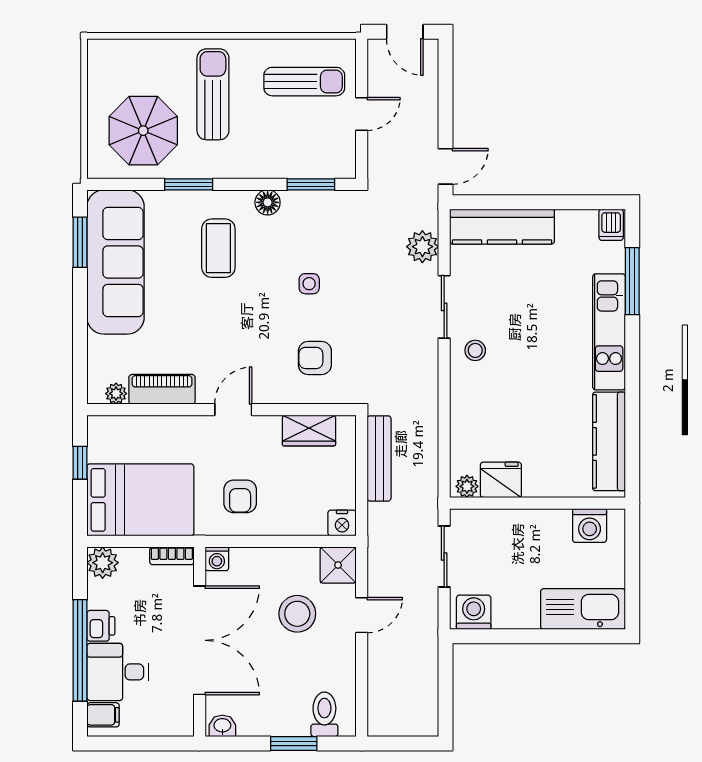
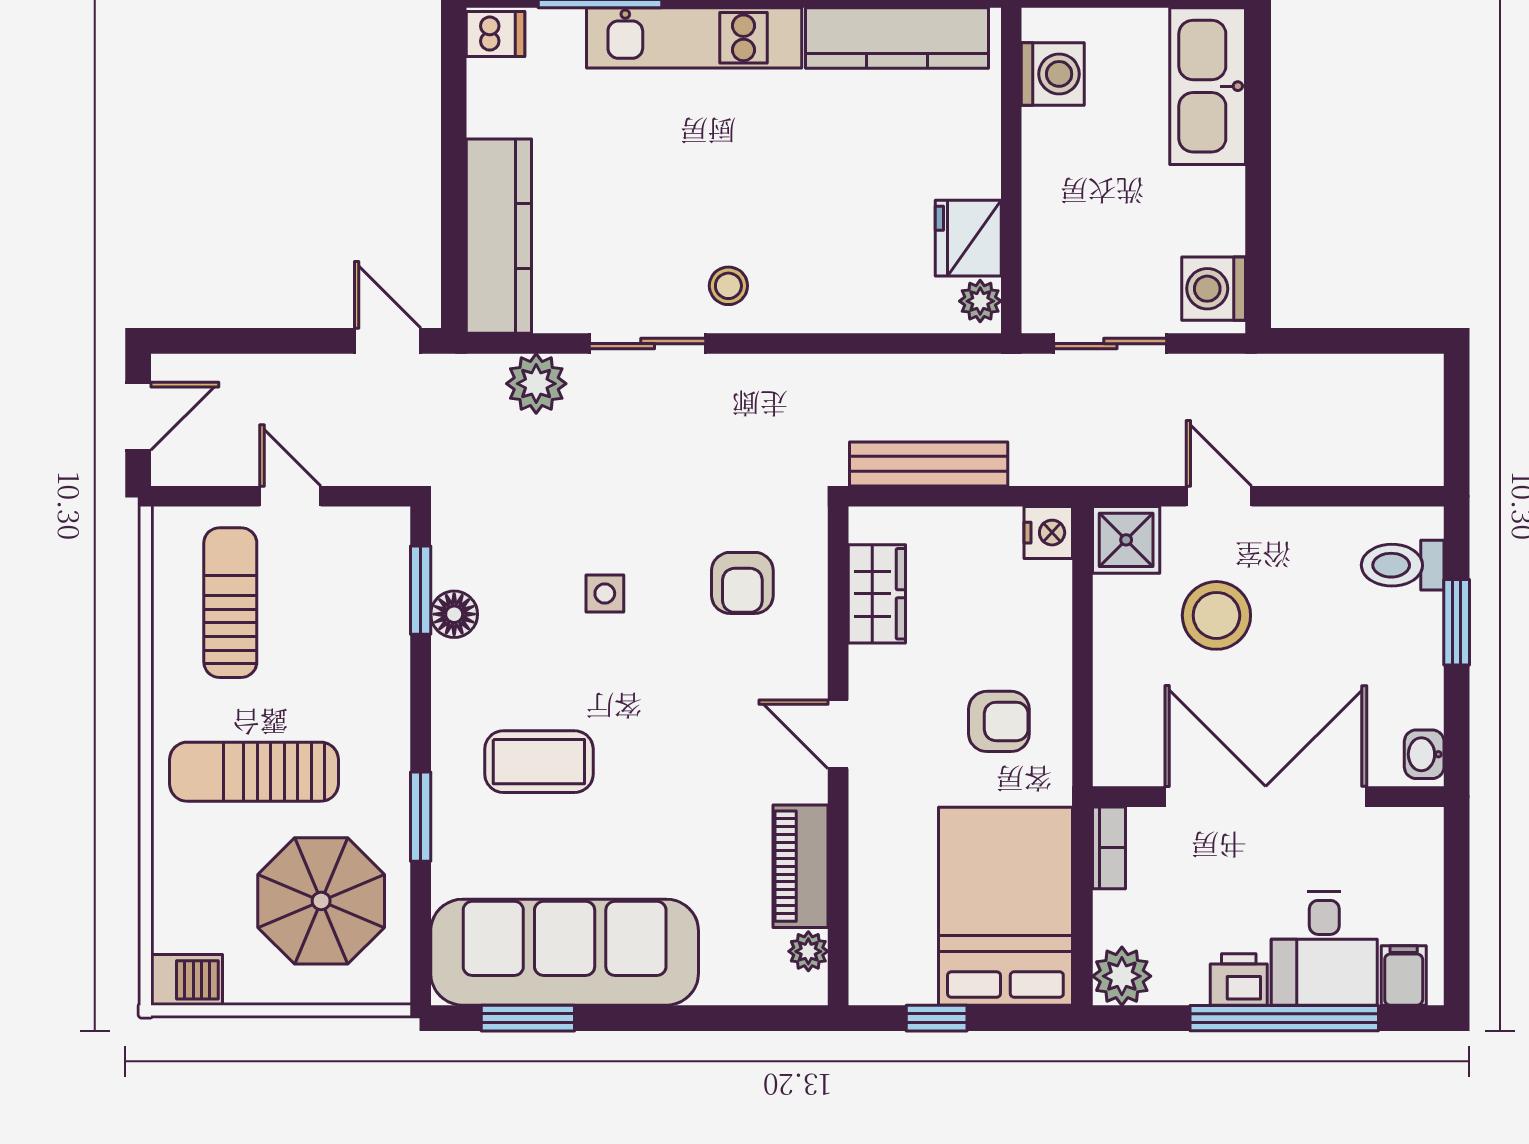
barbecue: (101, 58) -> (187, 980), added
floor lamp: (268, 202) -> (454, 614), moved
washing machine: (217, 559) -> (1115, 764), removed

